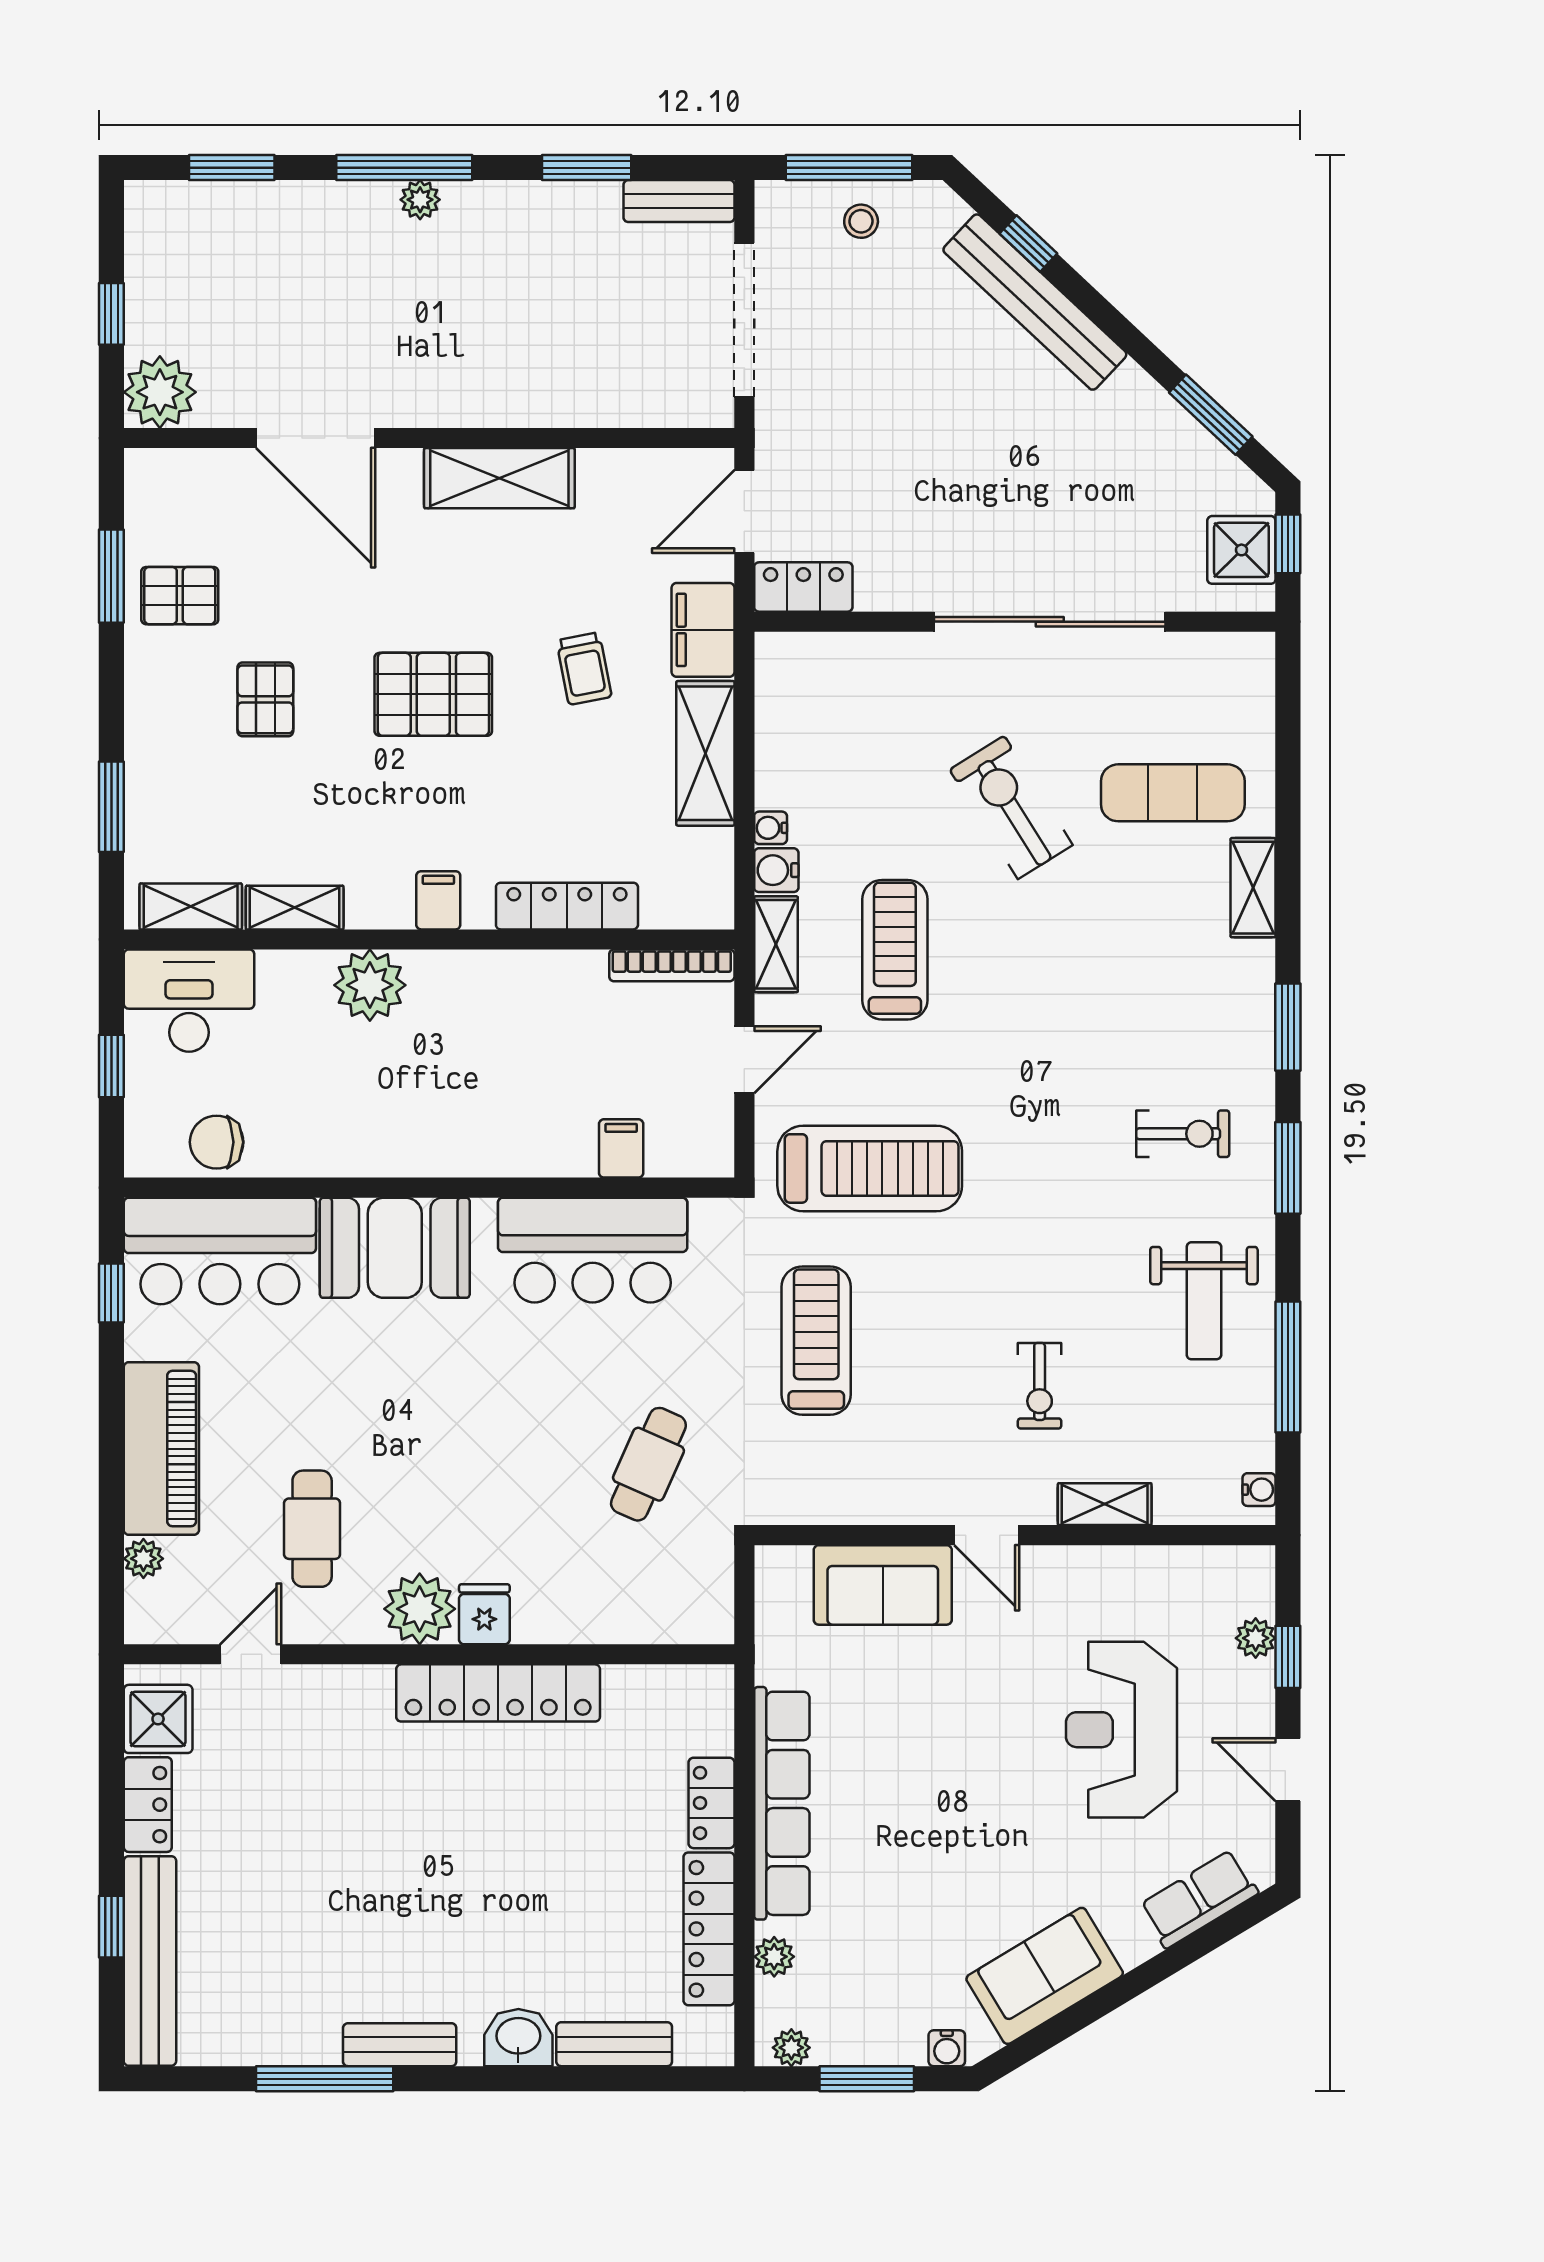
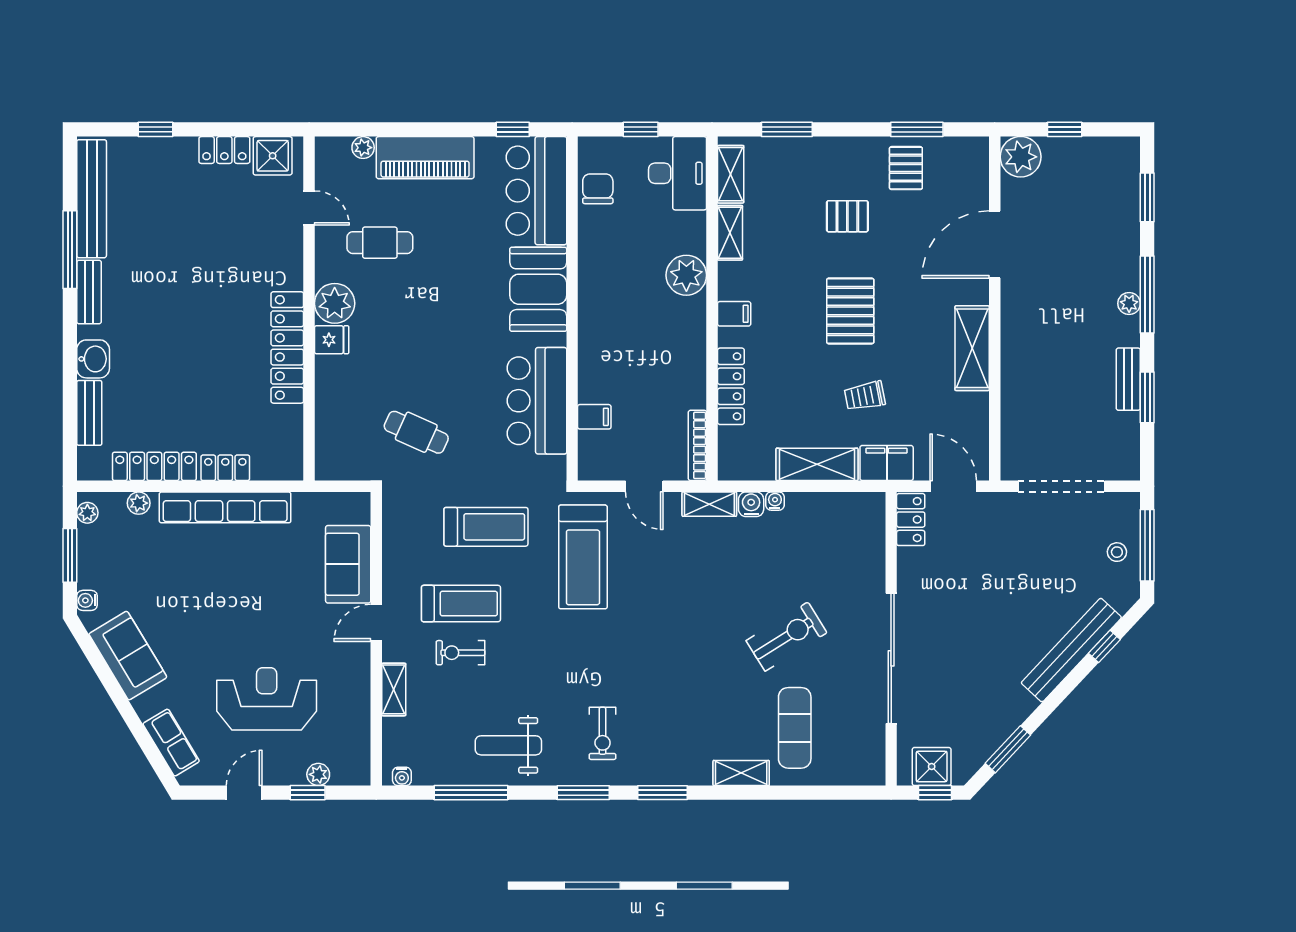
bench: (679, 201) -> (1128, 379), moved
treadmill: (895, 950) -> (461, 604), moved
bench: (150, 1961) -> (92, 199), moved, turned 90

